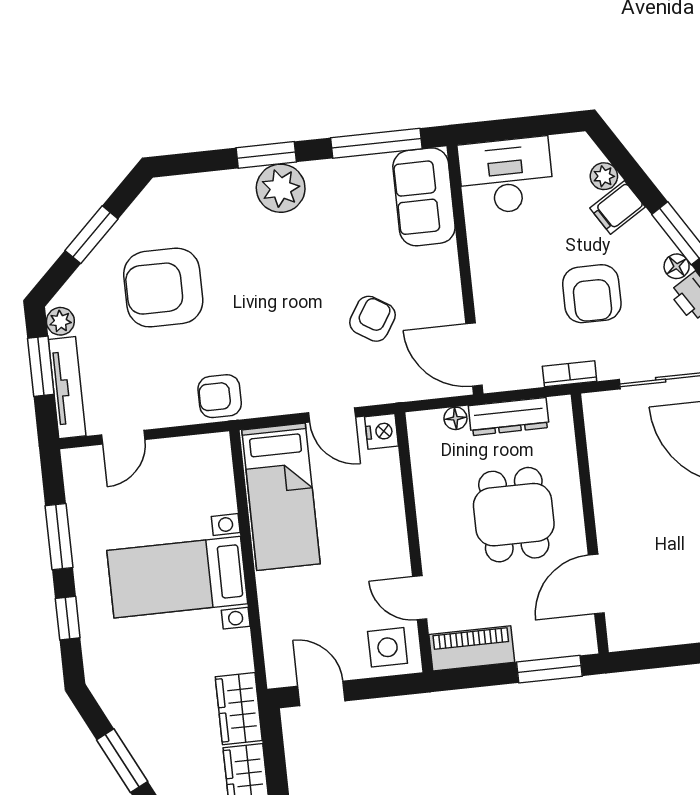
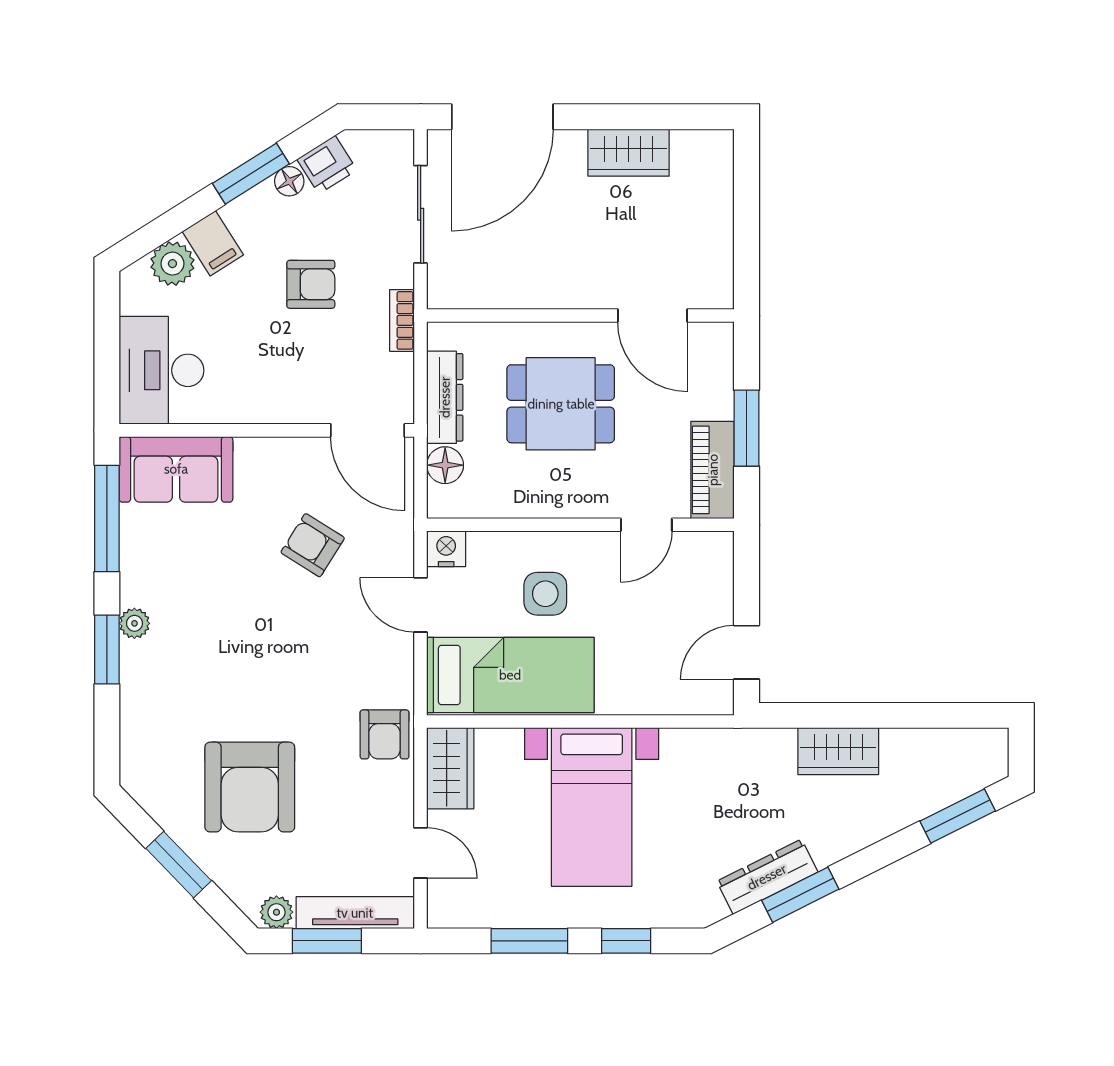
plant: (604, 176) -> (172, 264), width x1.38, depth x1.38
plant: (281, 188) -> (134, 623), width x0.53, depth x0.53
armchair: (592, 294) -> (311, 284), width x0.72, depth x0.72
door: (474, 355) -> (368, 430), hinge flipped
door: (332, 415) -> (421, 605), swing flipped
floor lamp: (455, 418) -> (445, 465), width x1.37, depth x1.37
side table: (388, 647) -> (545, 594), moved
window: (549, 669) -> (747, 428), moved
wardrobe: (239, 709) -> (450, 768), moved, turned -90
dresser: (134, 731) -> (767, 877), added

